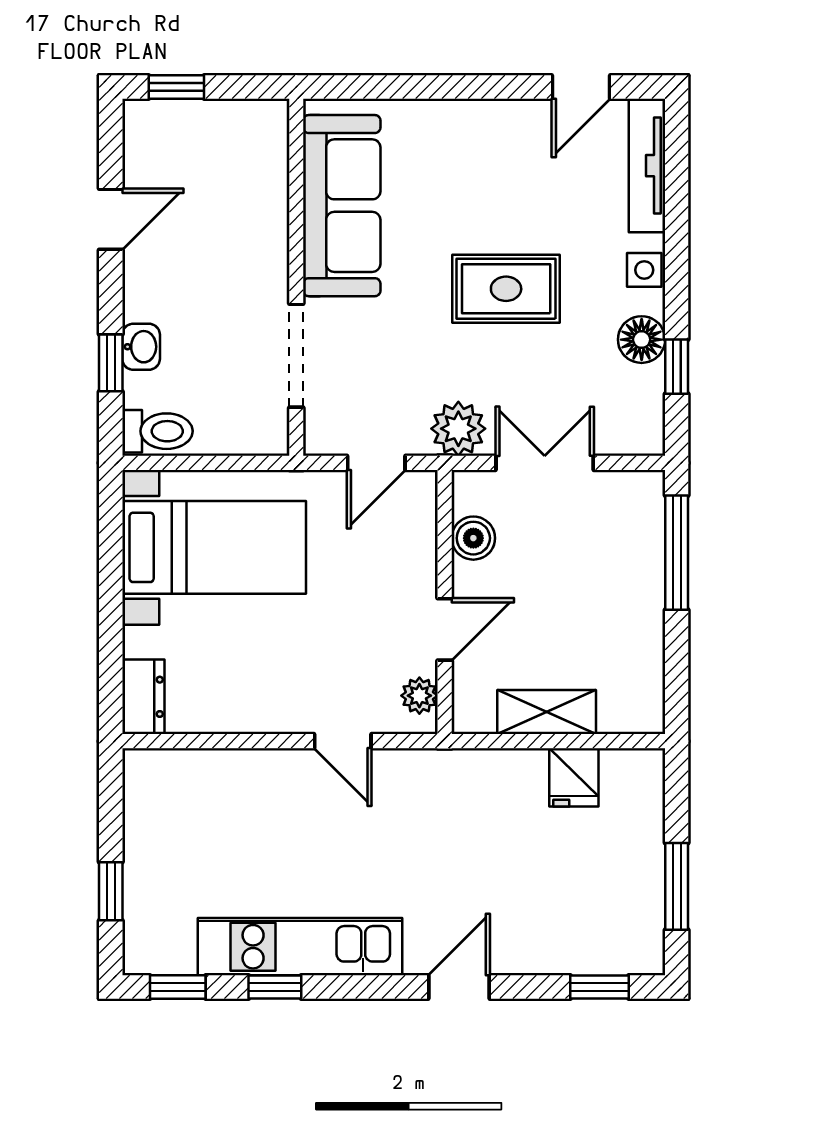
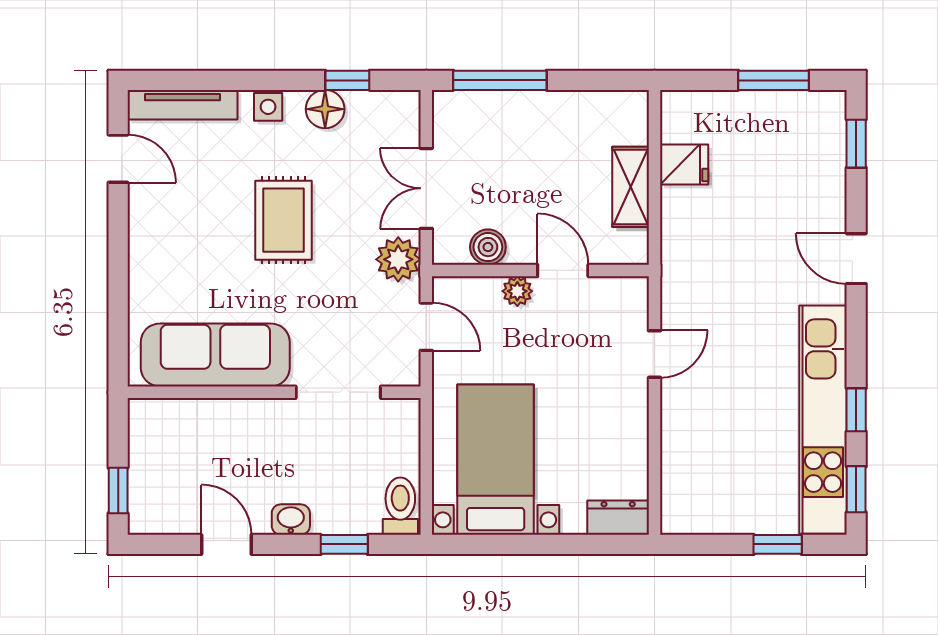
washbasin: (141, 347) -> (291, 520), moved
plant: (419, 696) -> (517, 291), moved
kitchen unit: (300, 947) -> (823, 420), width x1.36

